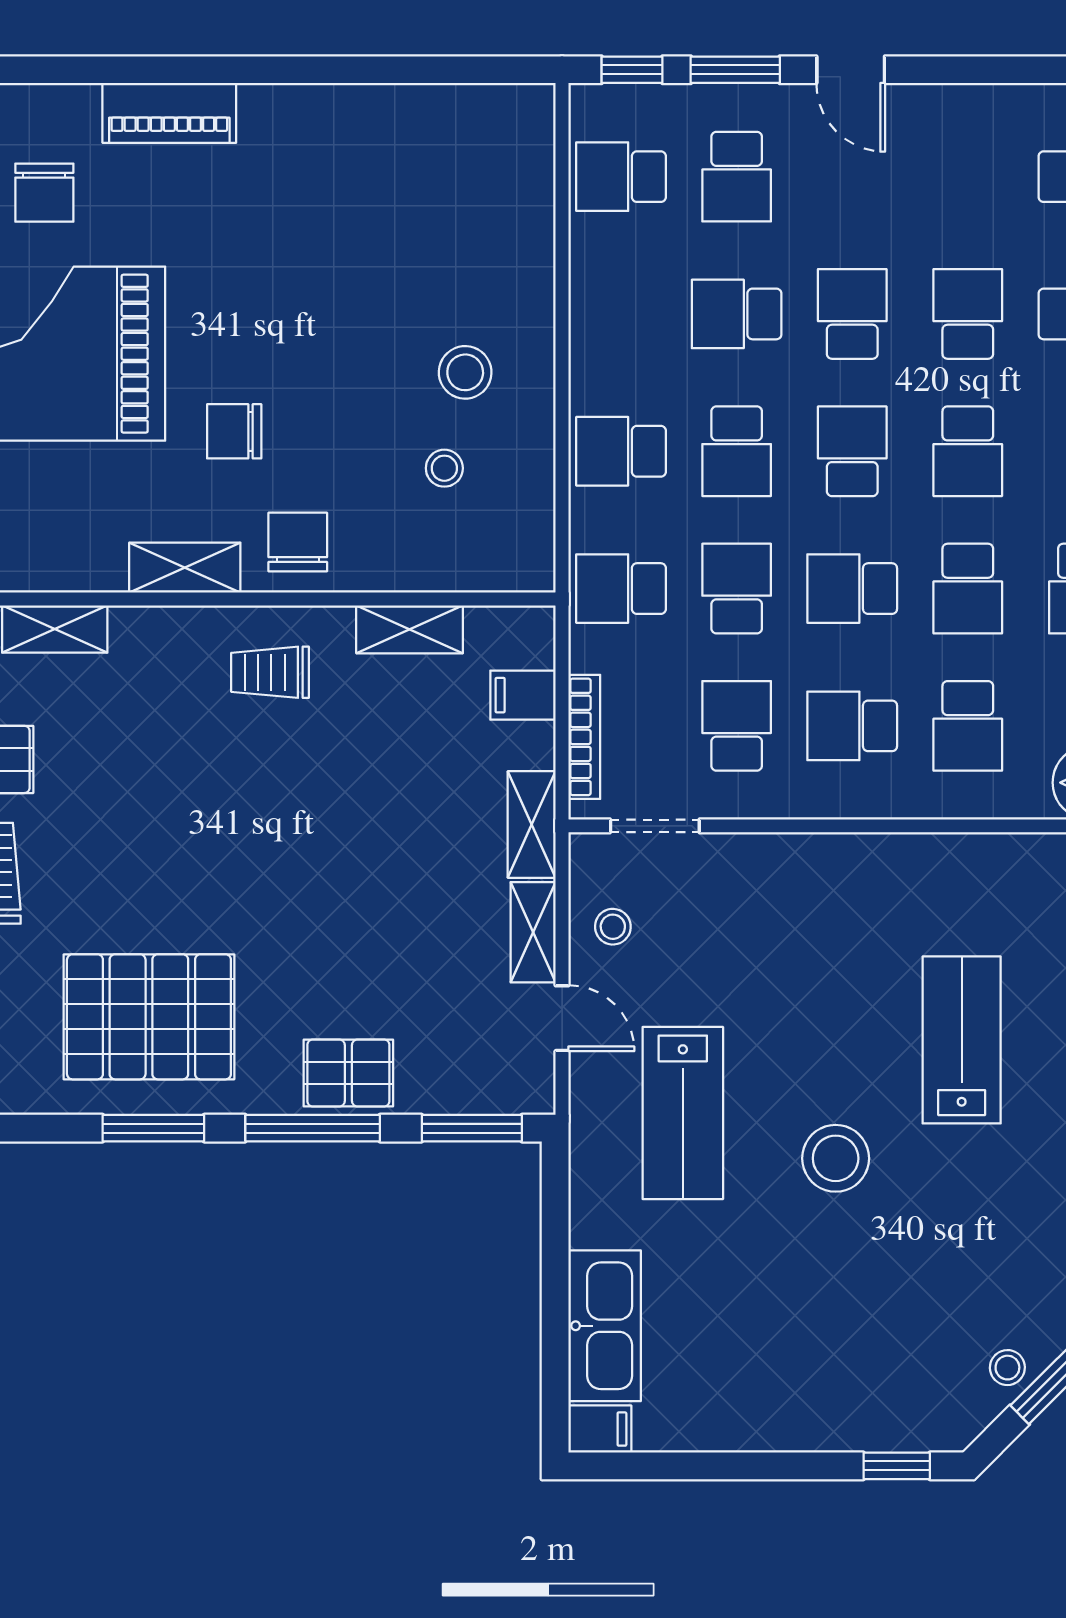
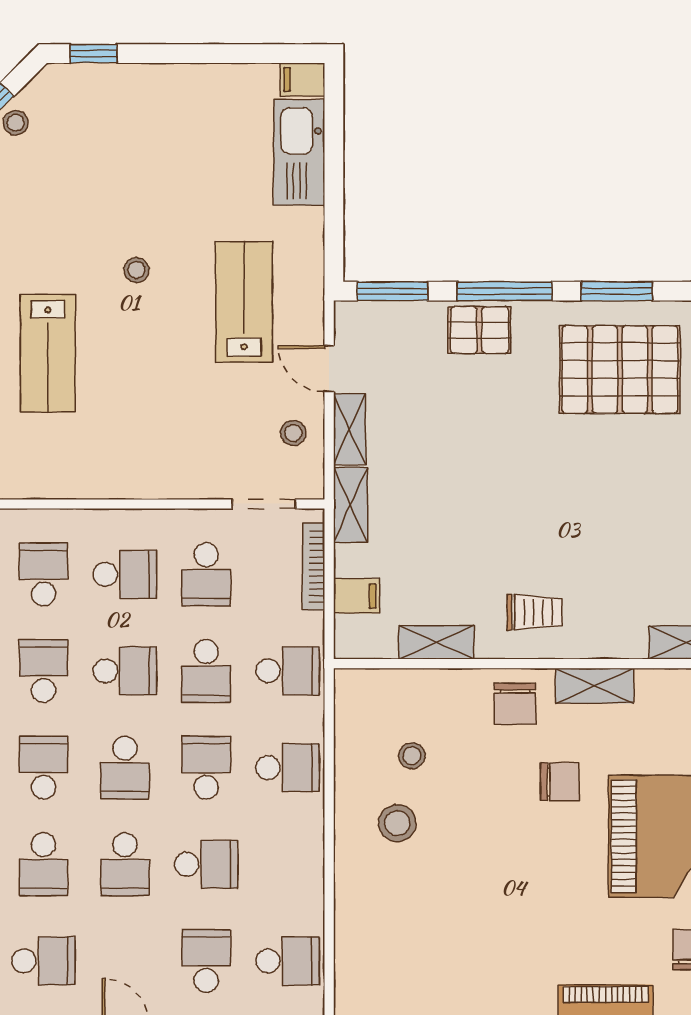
school desk: (968, 177) -> (44, 961), added
stool: (836, 1158) -> (137, 270), width x0.53, depth x0.53

